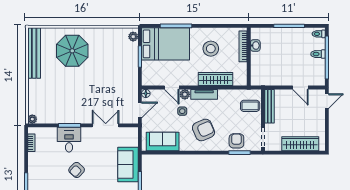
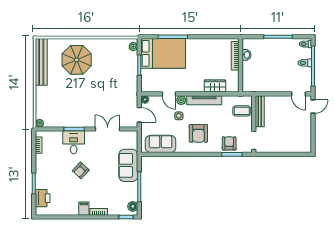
stool: (211, 49) -> (205, 58), removed
wardrobe: (216, 79) -> (215, 86), width x0.67
door: (300, 88) -> (299, 94), moved
tv unit: (204, 94) -> (204, 100), width x1.41
door: (140, 110) -> (139, 115), hinge flipped
armchair: (203, 130) -> (198, 133), turned 114
wardrobe: (300, 144) -> (288, 146), removed

